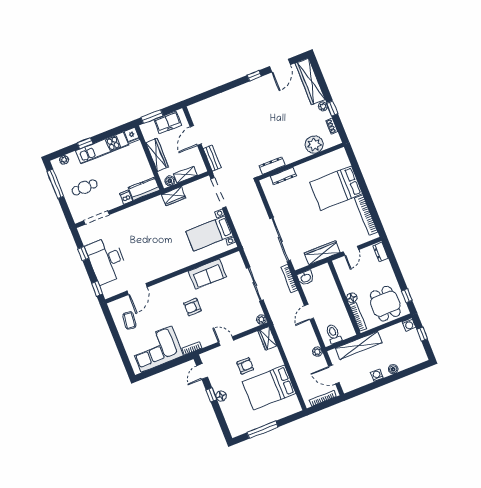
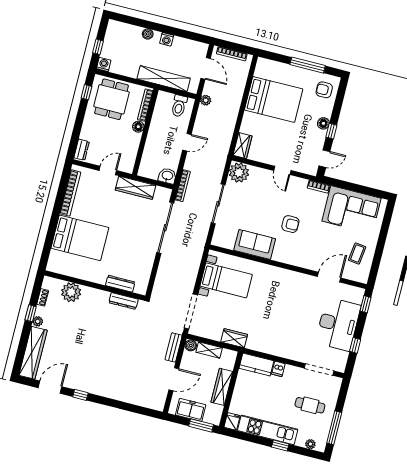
boiler: (170, 181) -> (191, 345), moved
plant: (261, 319) -> (239, 173), width x1.88, depth x1.88
armchair: (245, 366) -> (324, 90), moved

